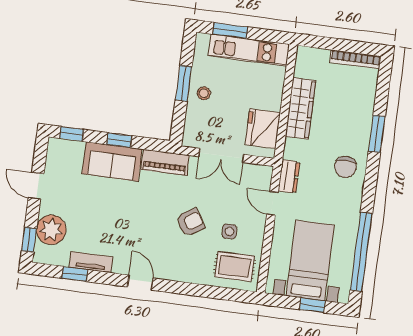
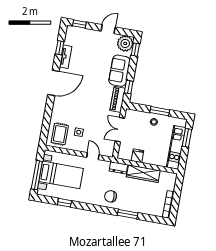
fridge: (263, 129) -> (137, 156), width x0.53, depth x0.75
window: (119, 140) -> (129, 87), moved
dresser: (289, 176) -> (118, 168), moved
door: (272, 203) -> (93, 156), hinge flipped
armchair: (190, 222) -> (85, 111), removed
plant: (51, 230) -> (125, 43), moved
window: (361, 252) -> (64, 203), width x0.32
door: (140, 283) -> (53, 83), width x1.87
window: (312, 305) -> (37, 175), width x2.17

